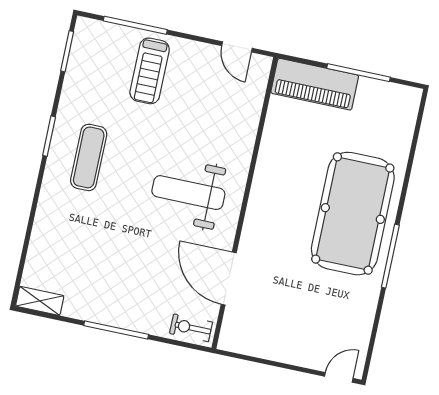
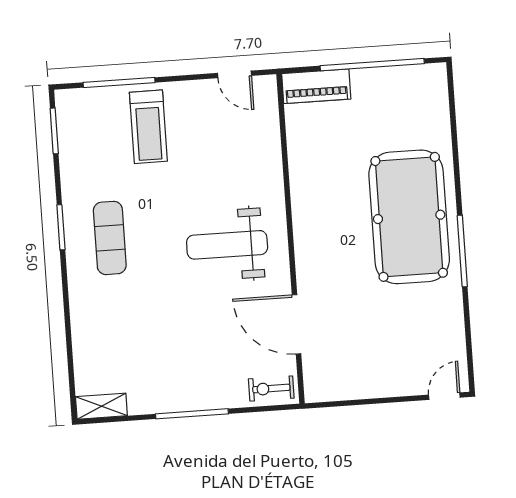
window: (359, 73) -> (372, 65), width x1.46
piano: (315, 84) -> (316, 86), width x0.73, depth x0.75

